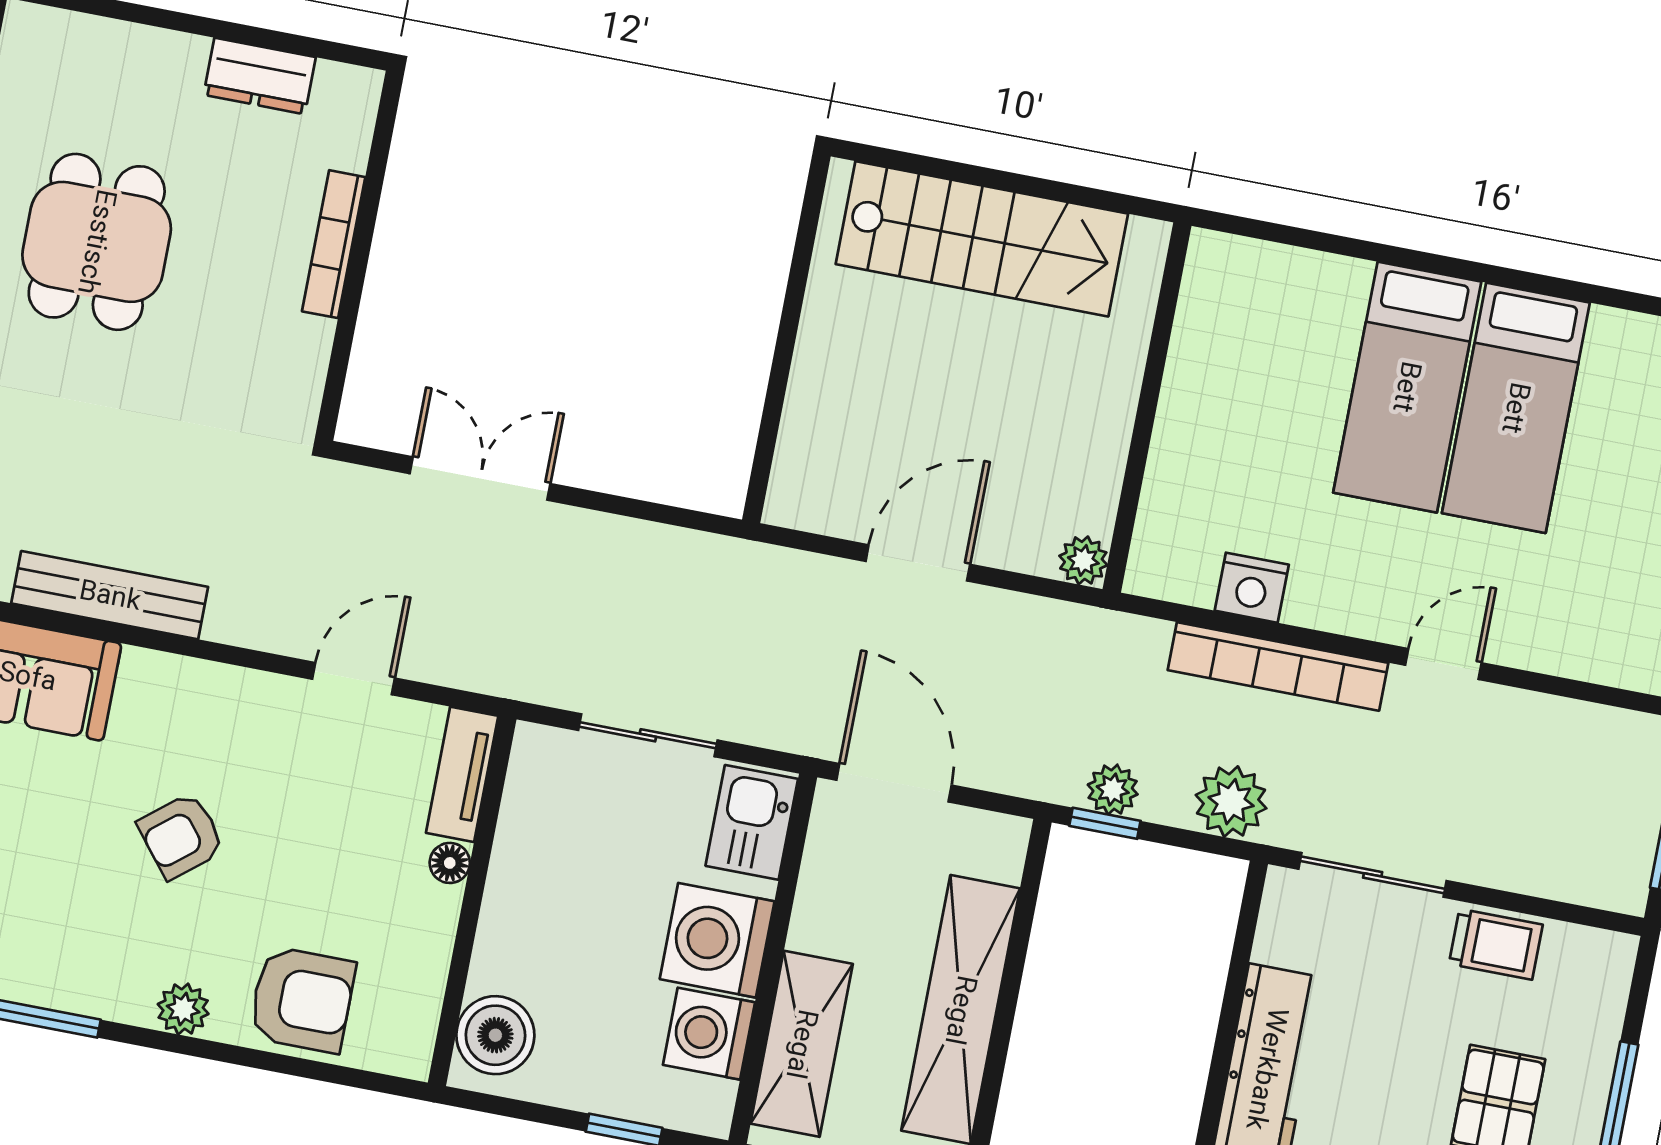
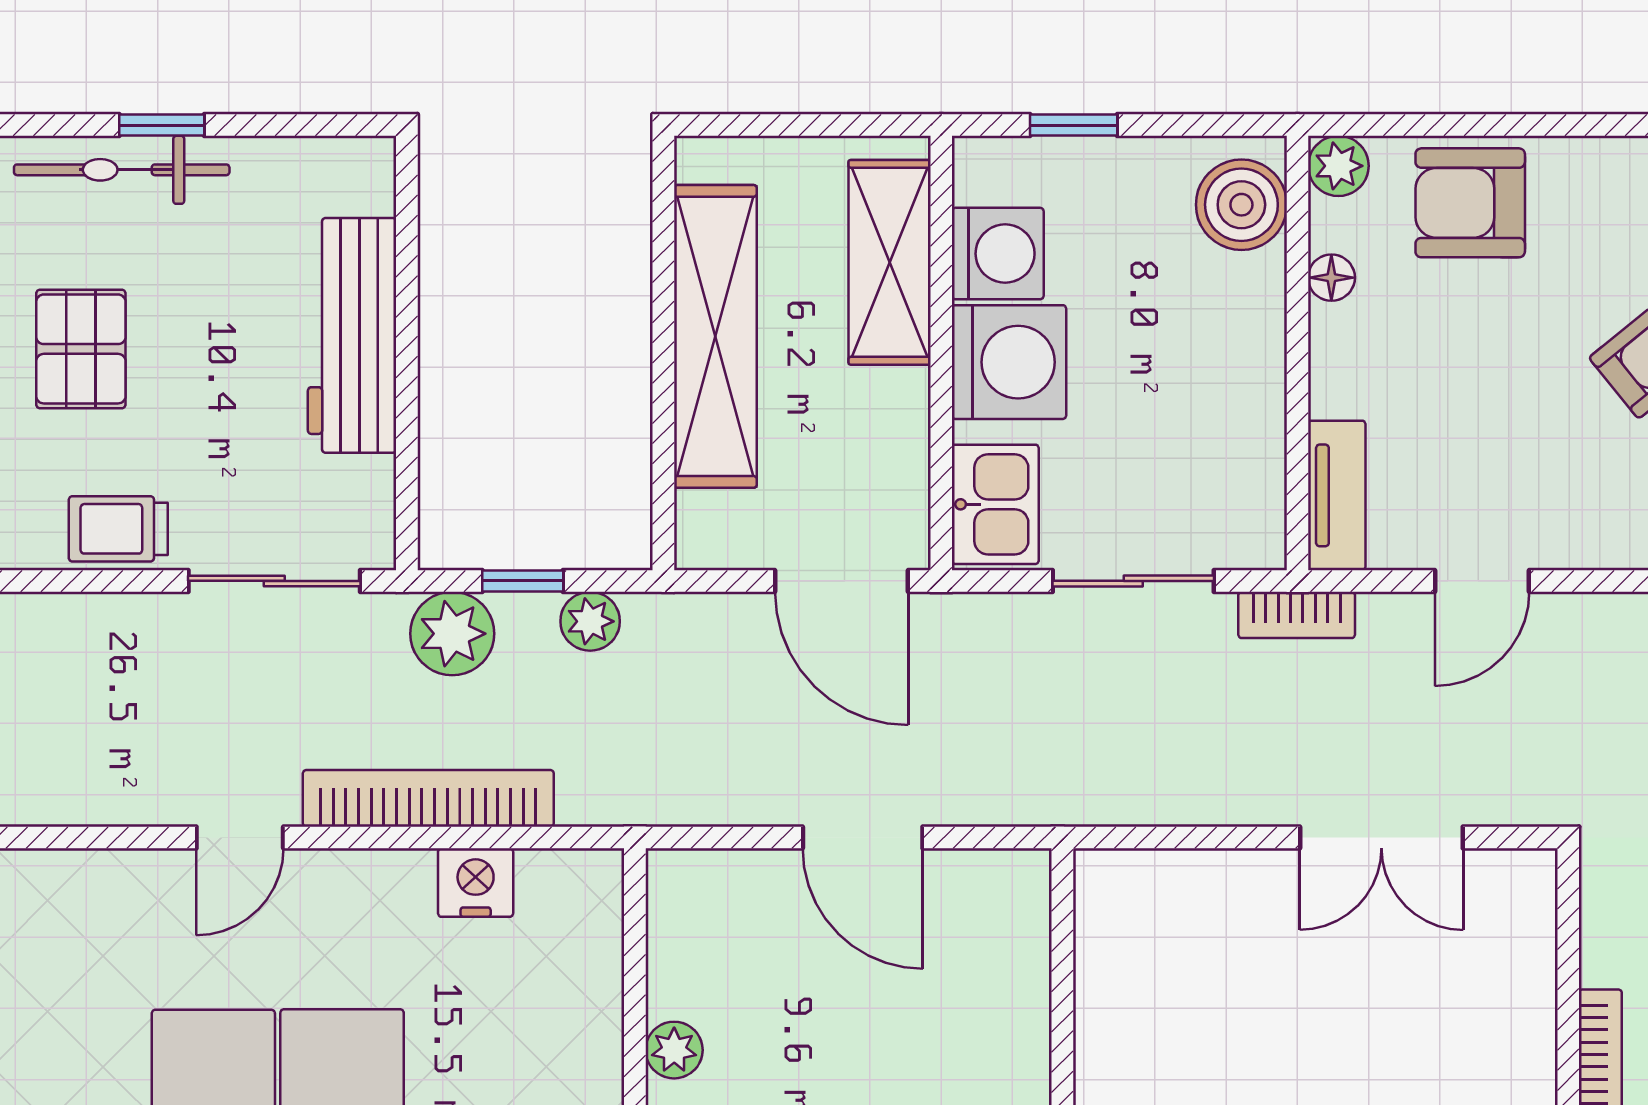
plant: (1083, 560) -> (674, 1050), moved
door: (918, 563) -> (863, 837), hinge flipped
bookcase: (515, 680) -> (1297, 615), added
window: (1105, 823) -> (523, 581), moved
floor lamp: (450, 863) -> (1331, 278), moved
plant: (183, 1009) -> (1338, 166), moved

